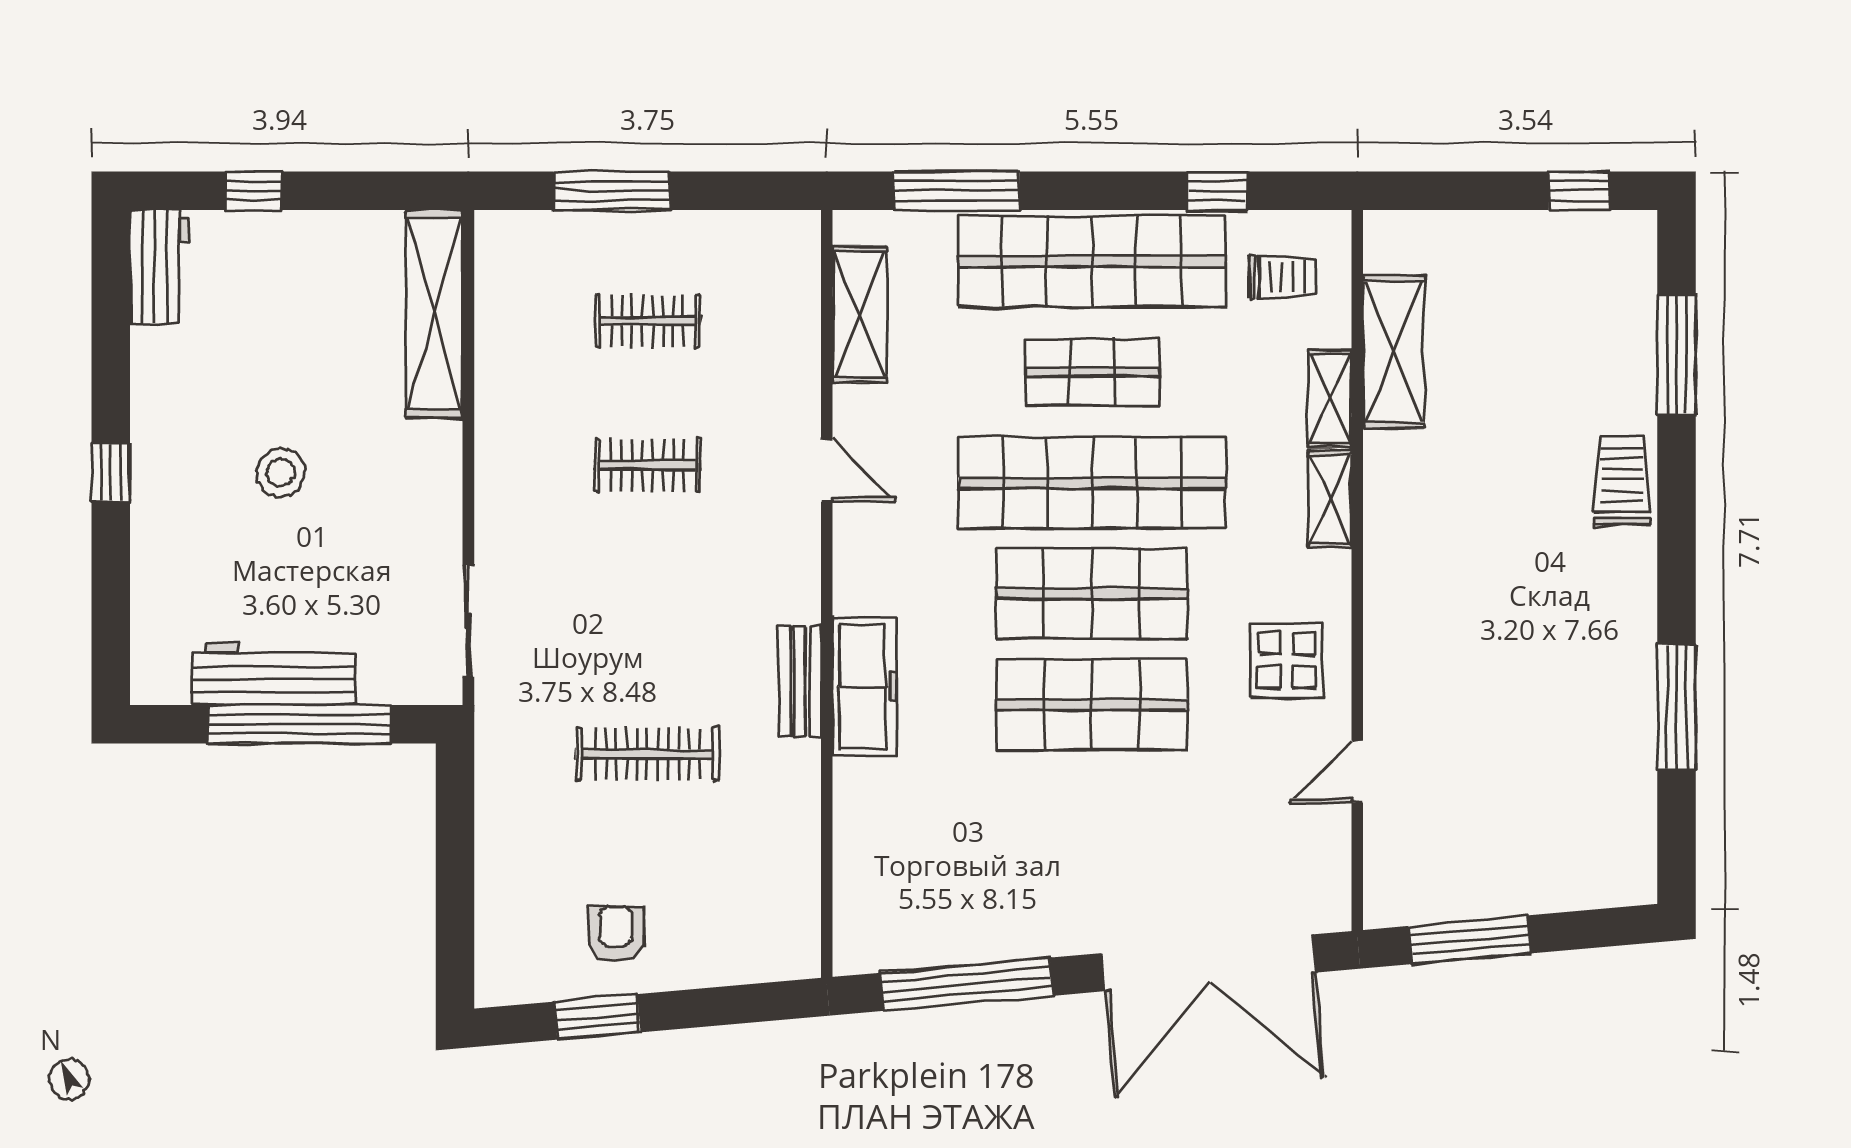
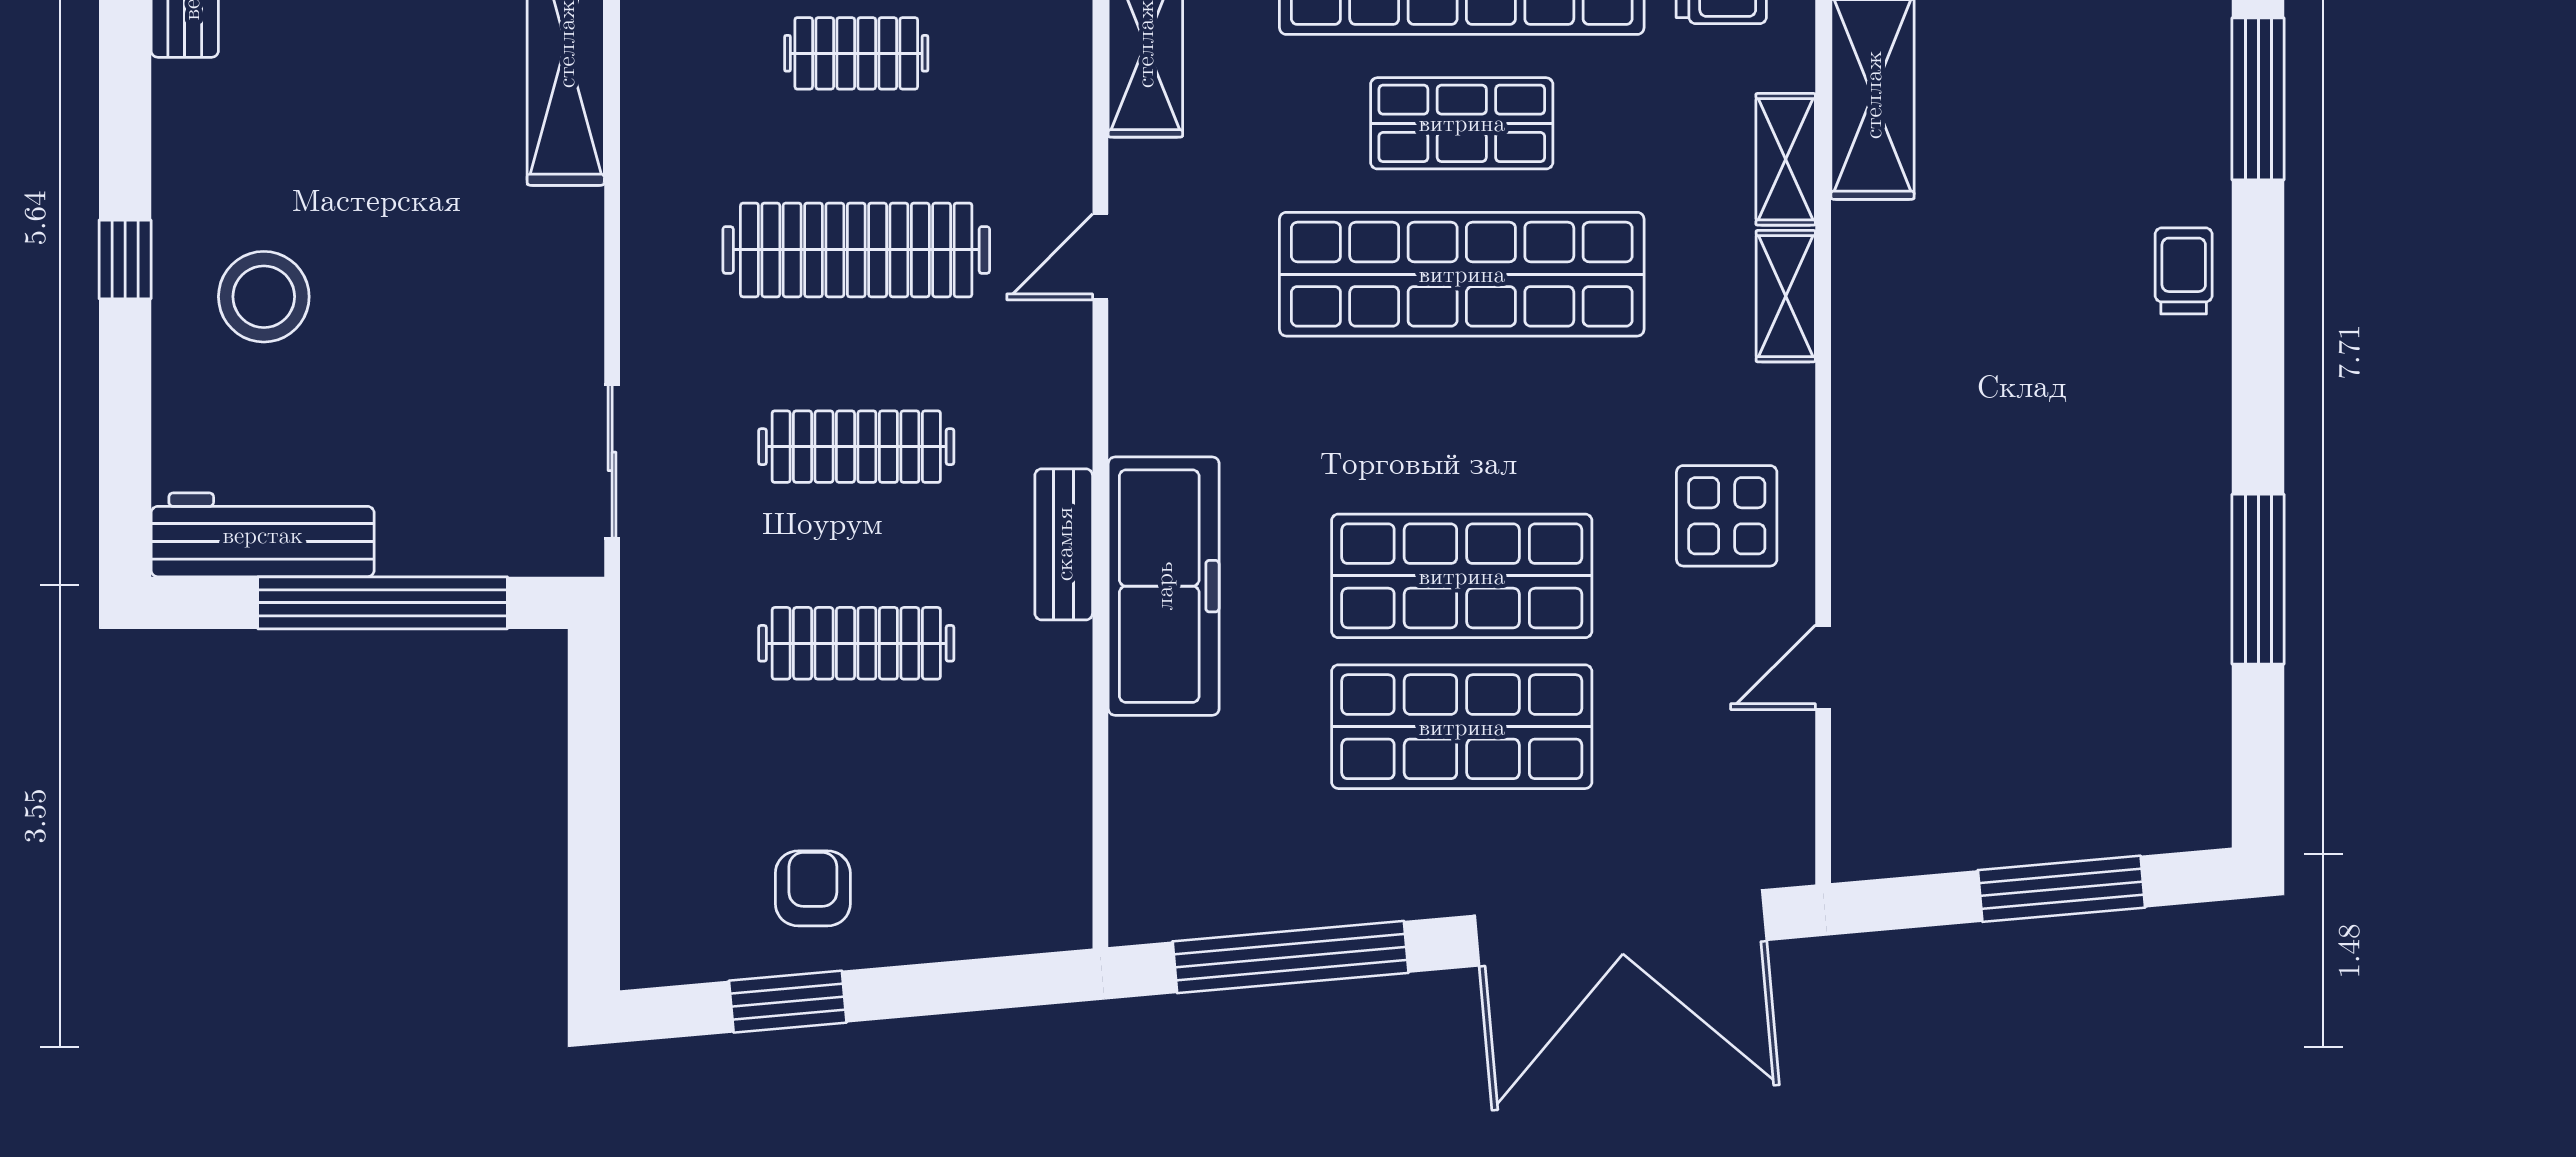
clothes rail: (648, 465) -> (856, 250), width x1.86, depth x1.31
door: (827, 470) -> (1100, 257), swing flipped
stool: (281, 473) -> (264, 297), moved, width x1.38, depth x1.38
trolley: (1622, 481) -> (2184, 271), width x0.73, depth x0.72
shop shelf: (1092, 594) -> (1462, 727), moved
clothes rail: (648, 610) -> (856, 447), added
workbench: (273, 674) -> (263, 535), moved
freezer: (865, 687) -> (1164, 586), width x1.36, depth x1.26
window: (1470, 940) -> (2062, 889), moved

